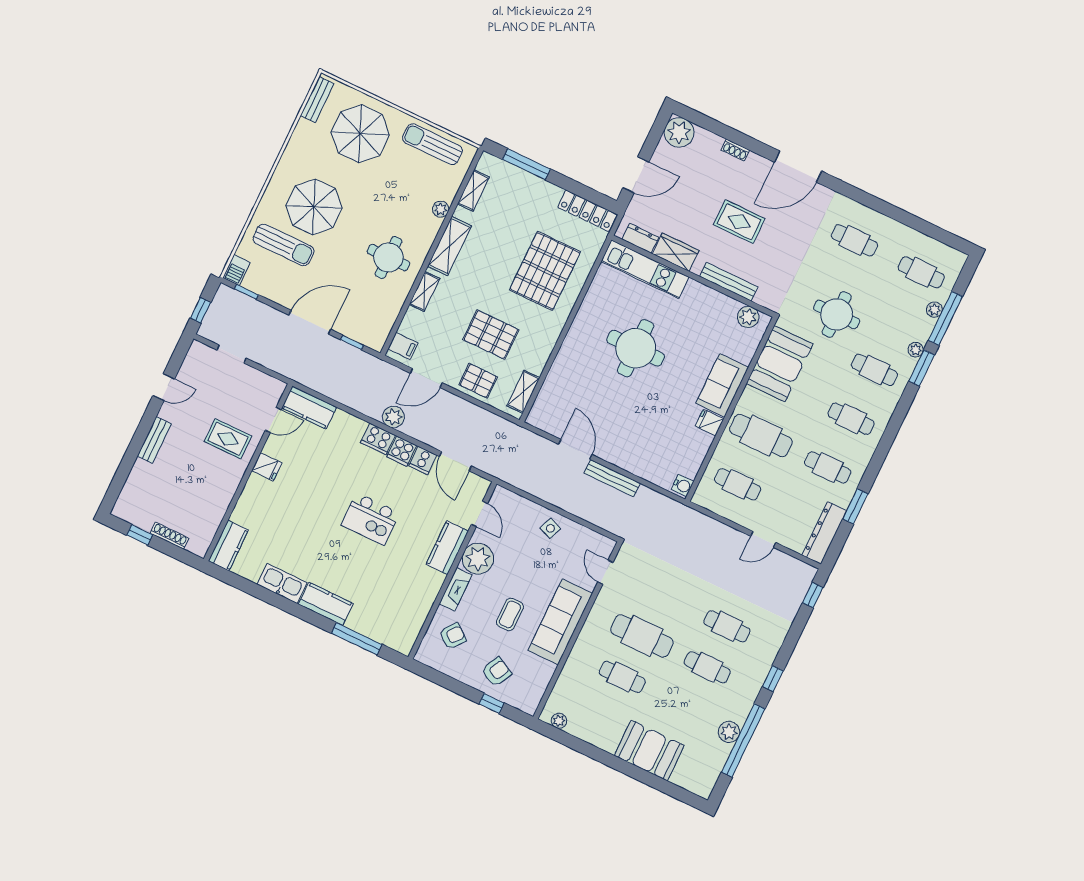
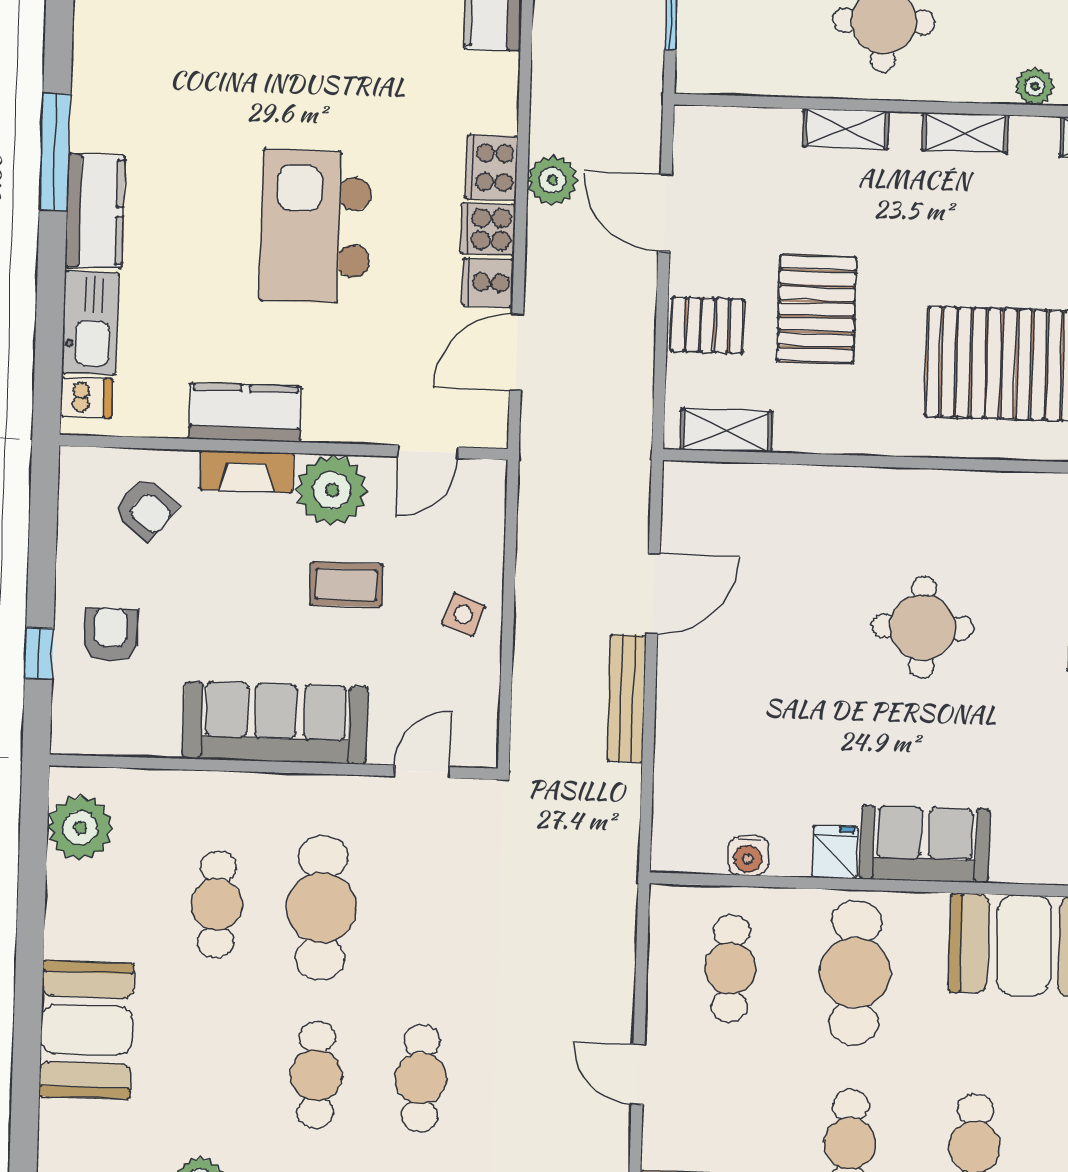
shelving: (449, 246) -> (965, 133), width x0.67, depth x0.75
filing cabinet: (403, 346) -> (711, 134), removed
round table: (636, 348) -> (923, 627), width x0.73, depth x0.73
pallet: (478, 381) -> (707, 325), turned 90
water cooler: (682, 485) -> (748, 856), moved
kitchen island: (370, 519) -> (316, 226), width x1.37, depth x1.28
kitchen counter: (447, 548) -> (245, 413), moved
kitchen sink: (282, 583) -> (90, 323), moved
coffee table: (510, 614) -> (346, 584), moved
window: (357, 639) -> (55, 152), moved
dishwasher: (398, 640) -> (86, 398), added
armchair: (496, 672) -> (111, 634), turned -118
plant: (559, 721) -> (80, 828), width x1.88, depth x1.88

